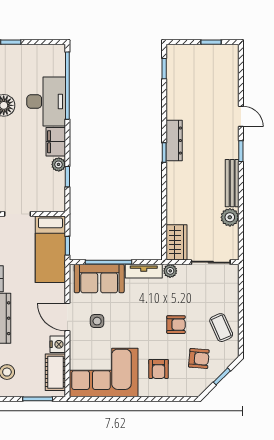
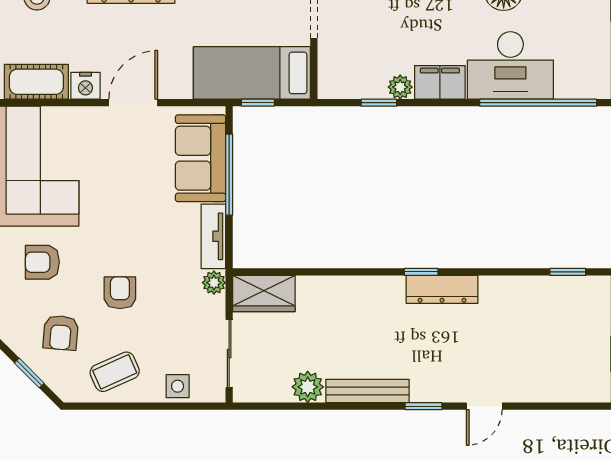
side table: (97, 321) -> (178, 386), moved
armchair: (176, 325) -> (120, 293), turned 180

